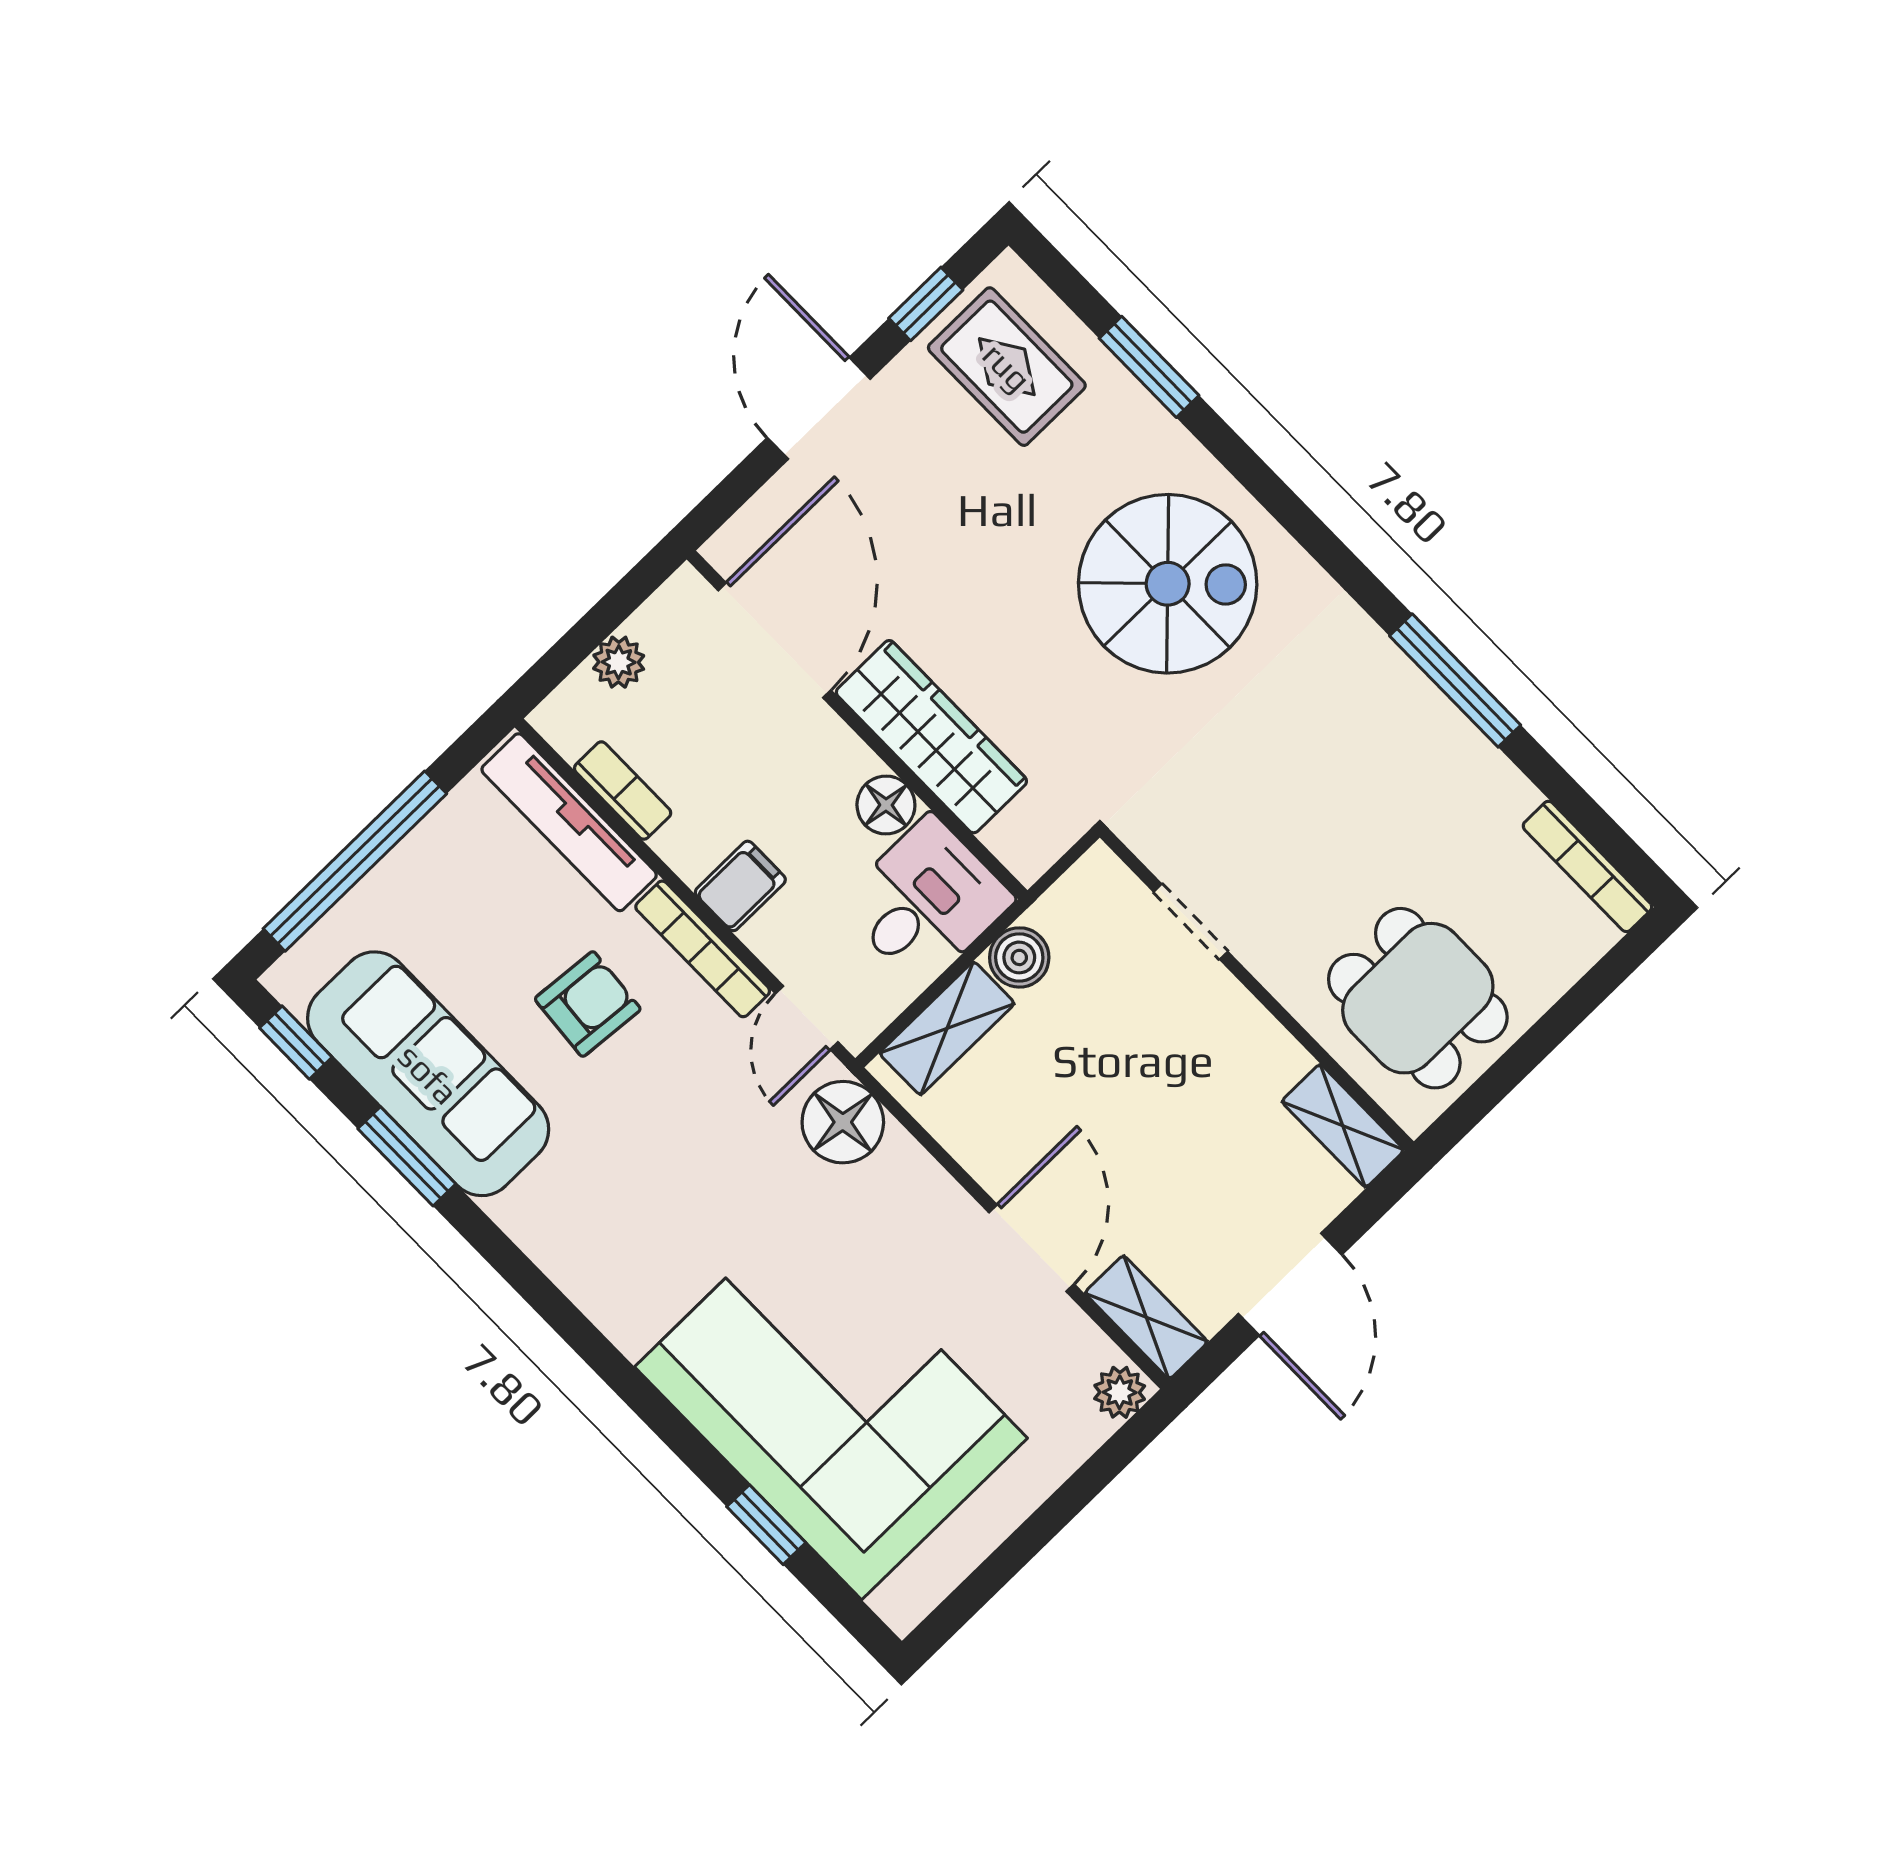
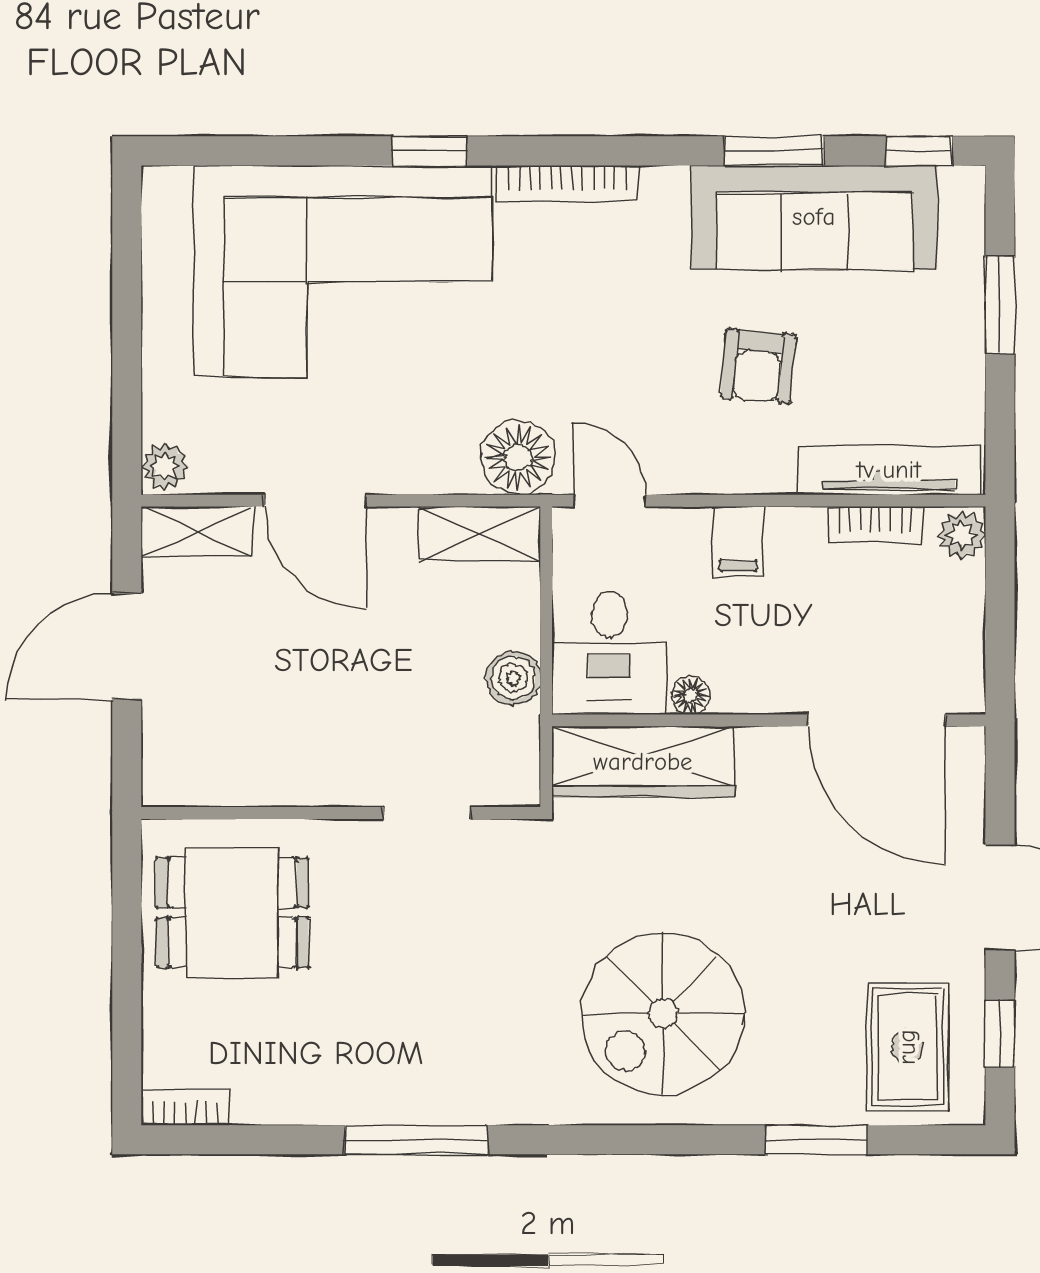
rug: (1007, 367) -> (907, 1047), turned 90
plant: (619, 662) -> (962, 535), moved
wardrobe: (931, 737) -> (643, 762), moved
floor lamp: (886, 805) -> (691, 695), width x0.73, depth x0.73
window: (355, 861) -> (1000, 305), width x0.47
bookcase: (1587, 866) -> (185, 1108), width x0.64
bookcase: (703, 949) -> (567, 184), moved, turned 180
shelving: (947, 1028) -> (480, 534), moved, turned 90
shelving: (1343, 1126) -> (197, 782), removed
door: (1290, 1284) -> (127, 647), hinge flipped
window: (766, 1525) -> (429, 151), moved

